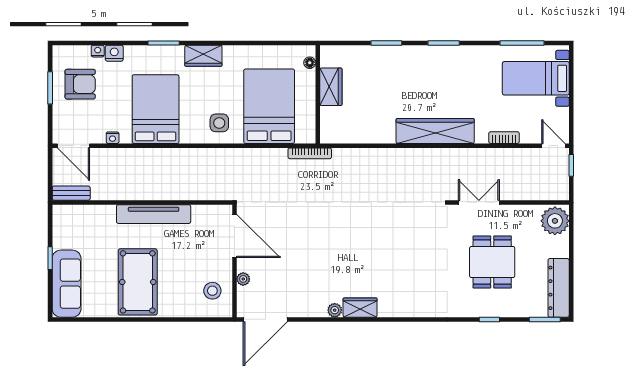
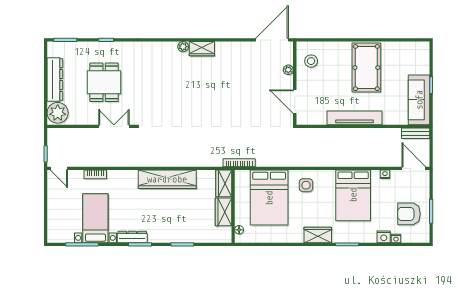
dresser: (454, 53) -> (132, 237), added
bed with nightstands: (536, 78) -> (95, 218), moved, turned -90
wardrobe: (330, 125) -> (224, 183), added
wardrobe: (435, 131) -> (167, 179), moved
double door: (479, 202) -> (114, 126), swing flipped
door: (234, 236) -> (295, 102), width x0.73
sofa: (67, 284) -> (419, 100), moved
dresser: (559, 288) -> (55, 80), moved
plant: (335, 310) -> (183, 47), moved

